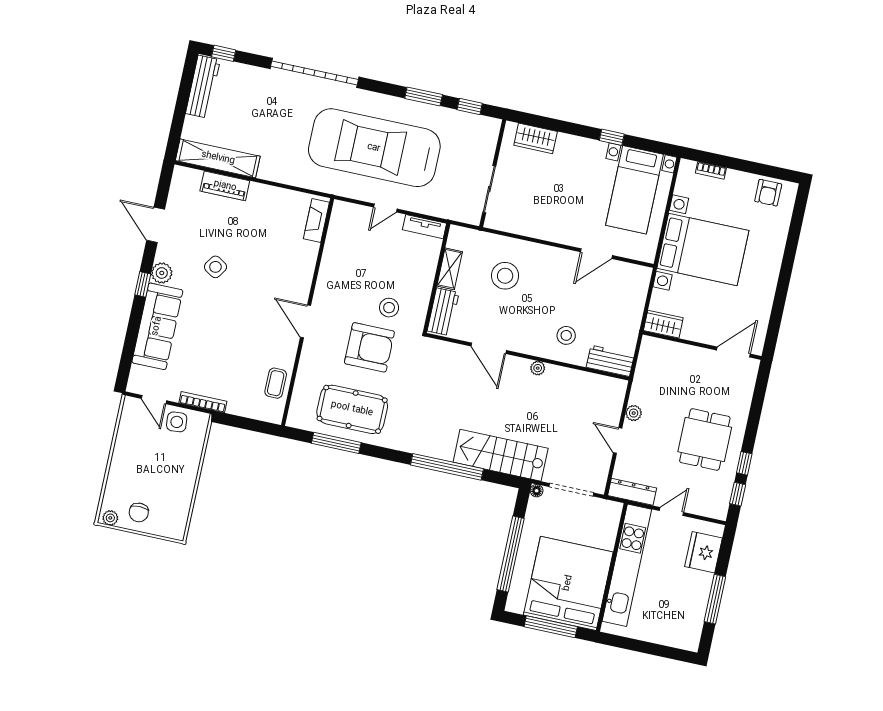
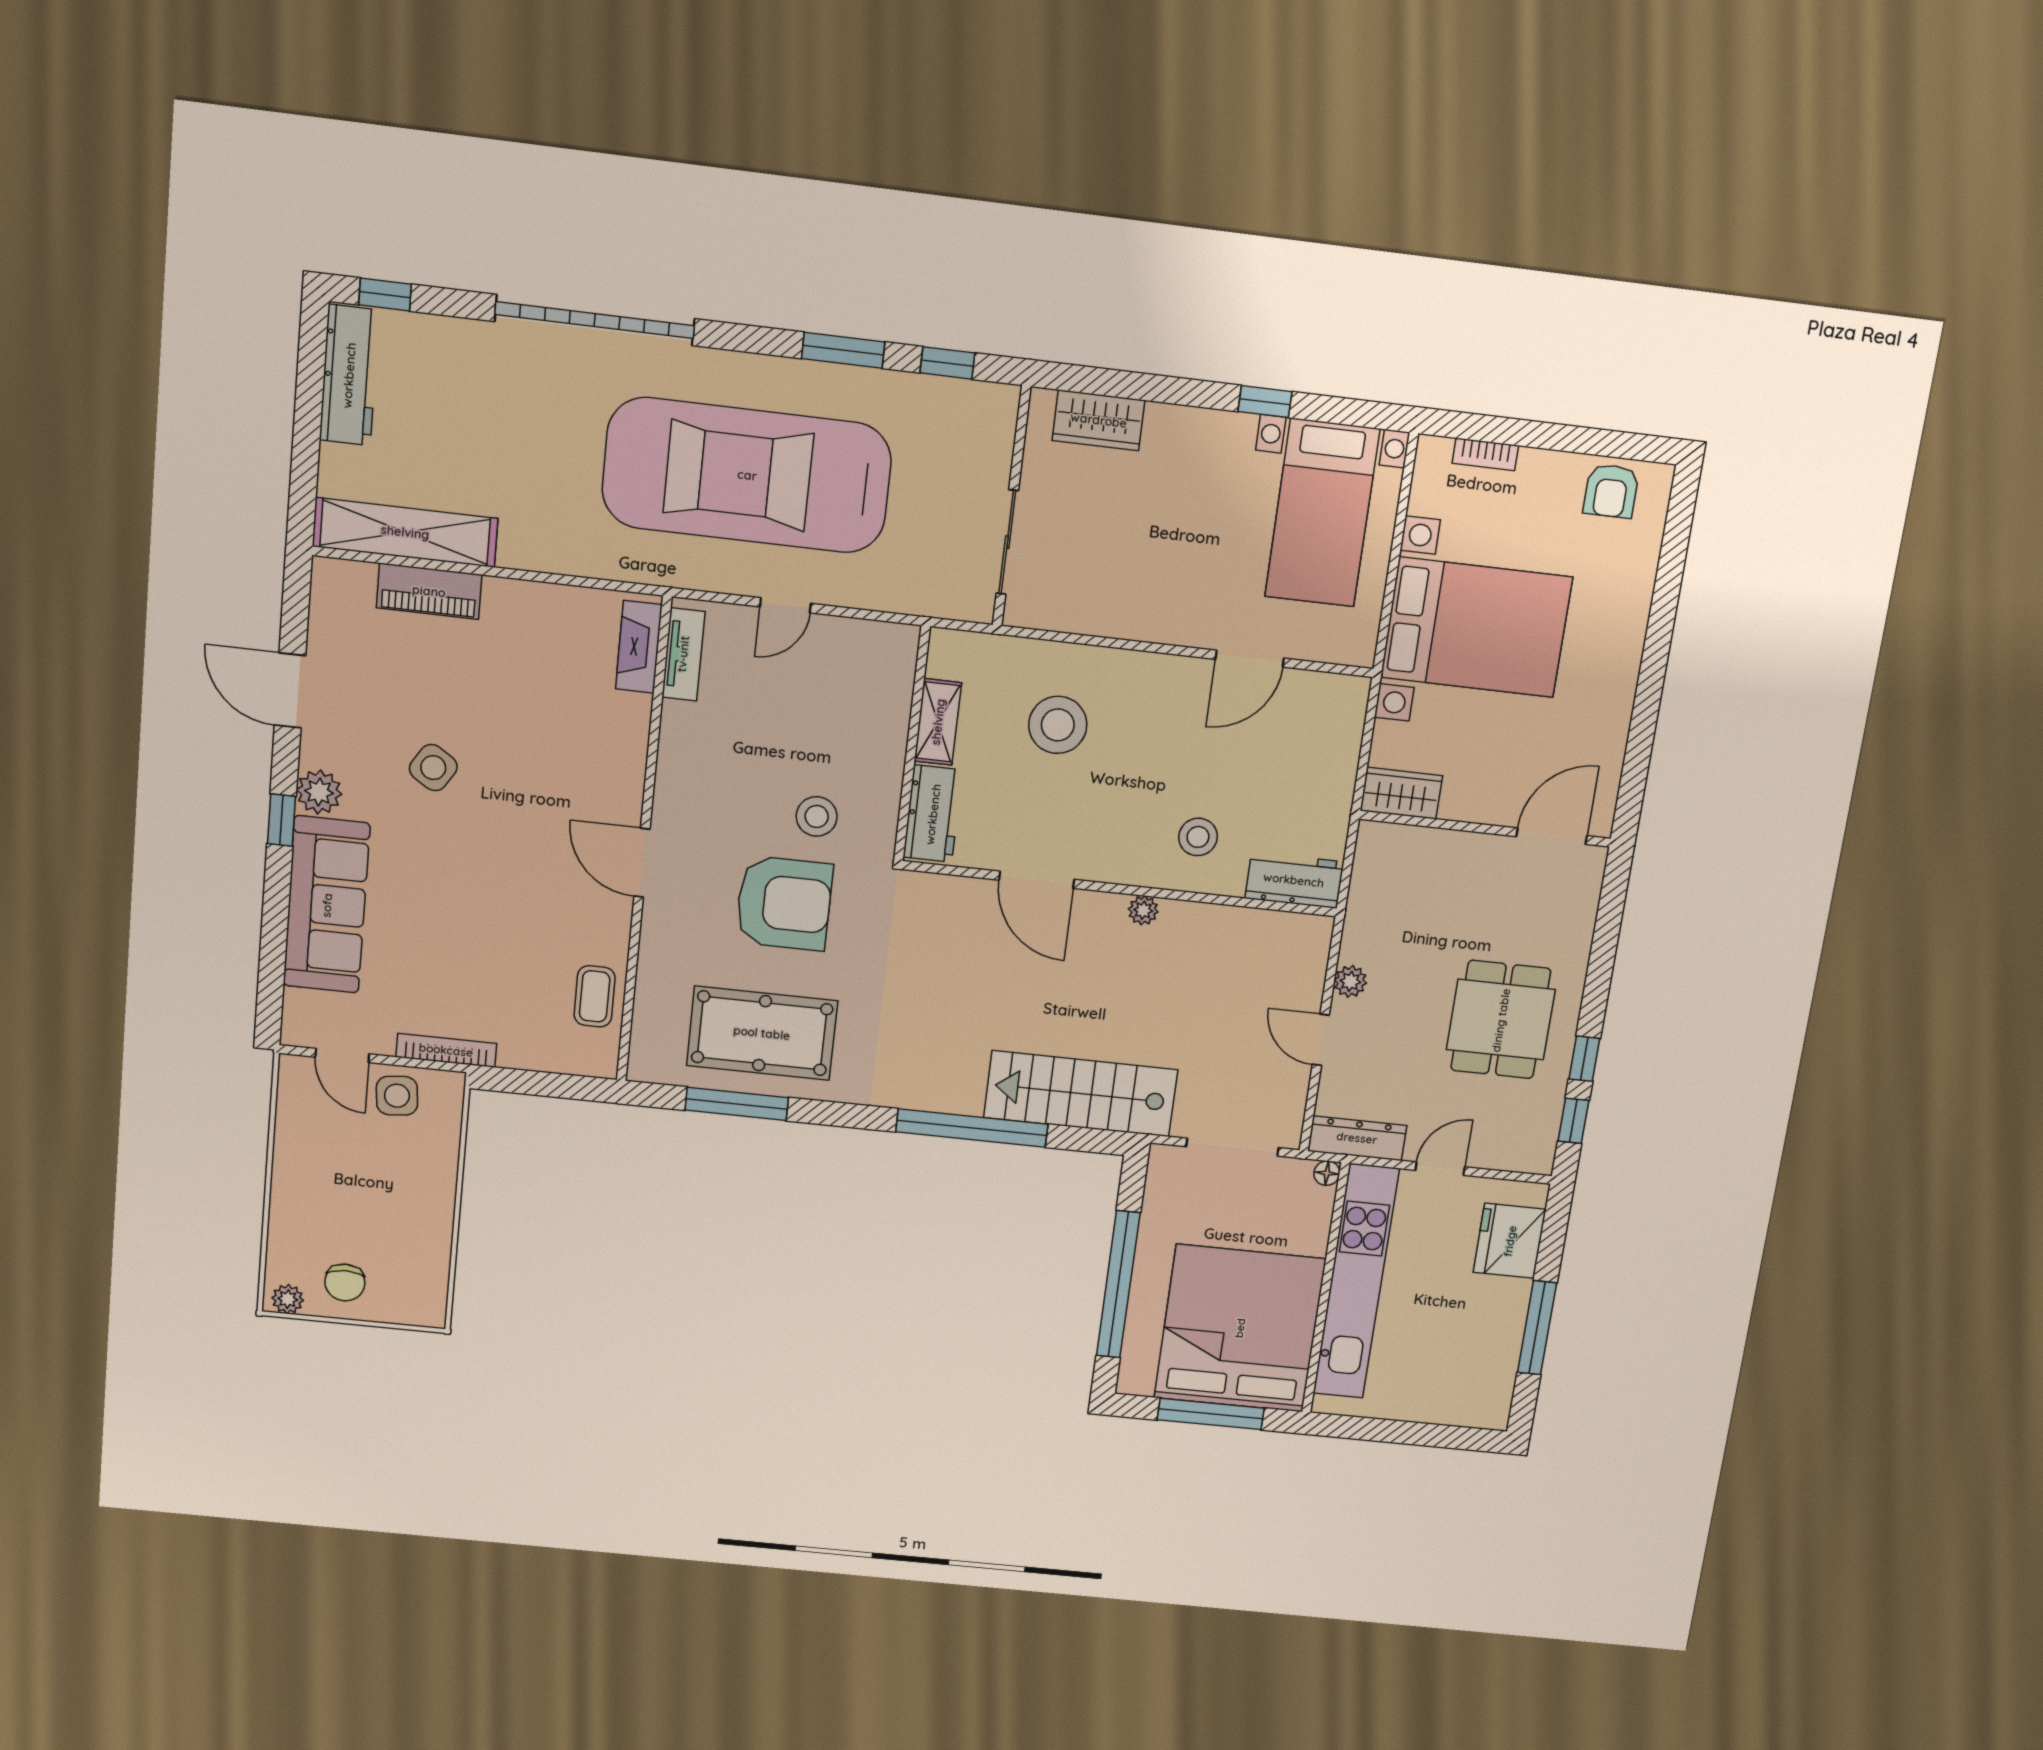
tv unit: (424, 227) -> (683, 654), moved, turned -90
floor lamp: (537, 491) -> (1327, 1173), moved

